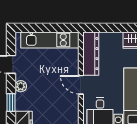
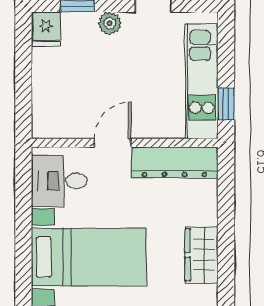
window: (61, 28) -> (226, 104), added

